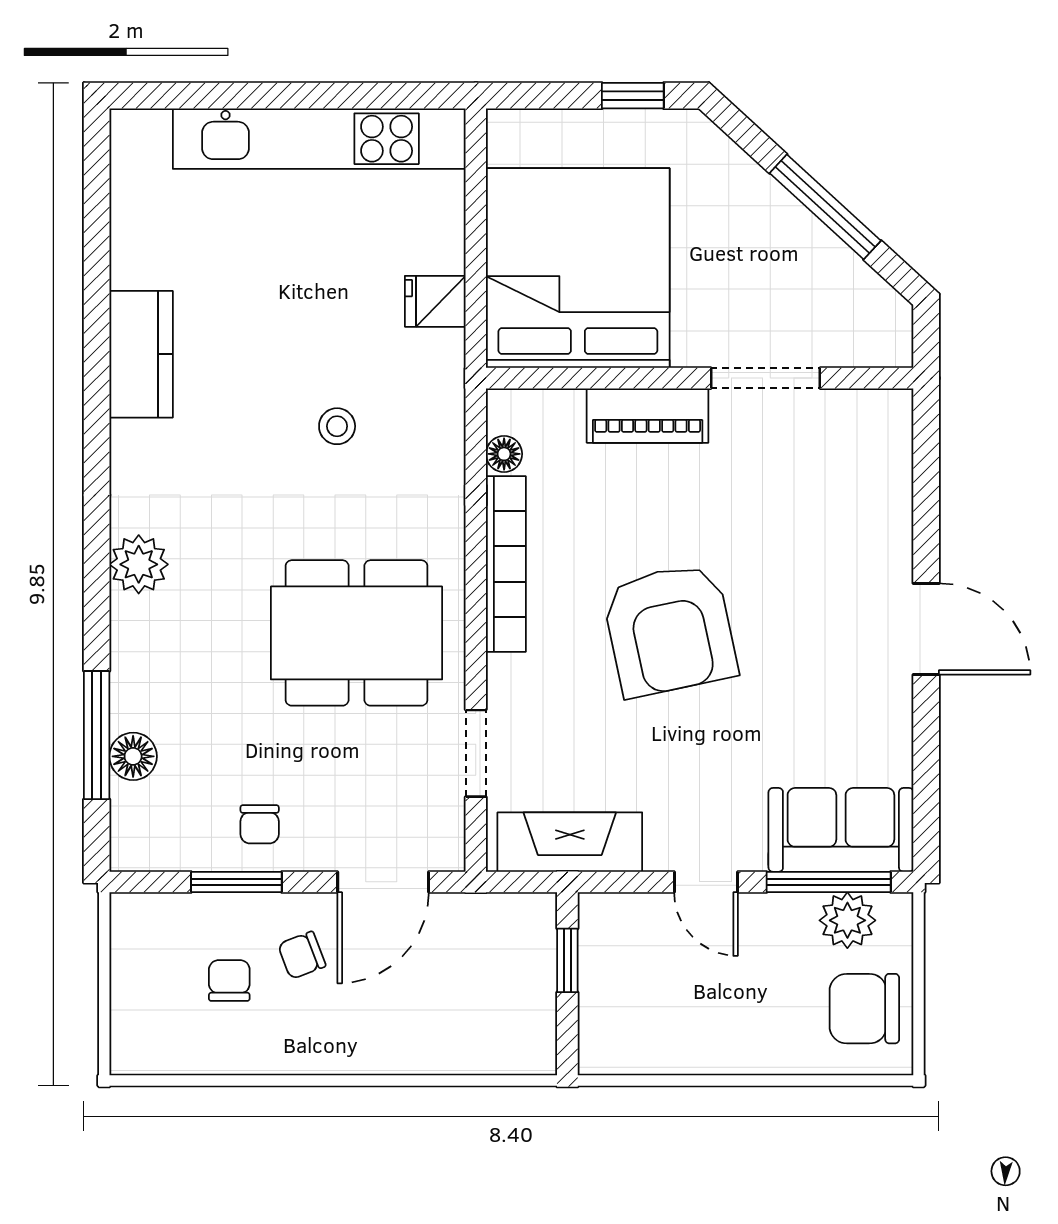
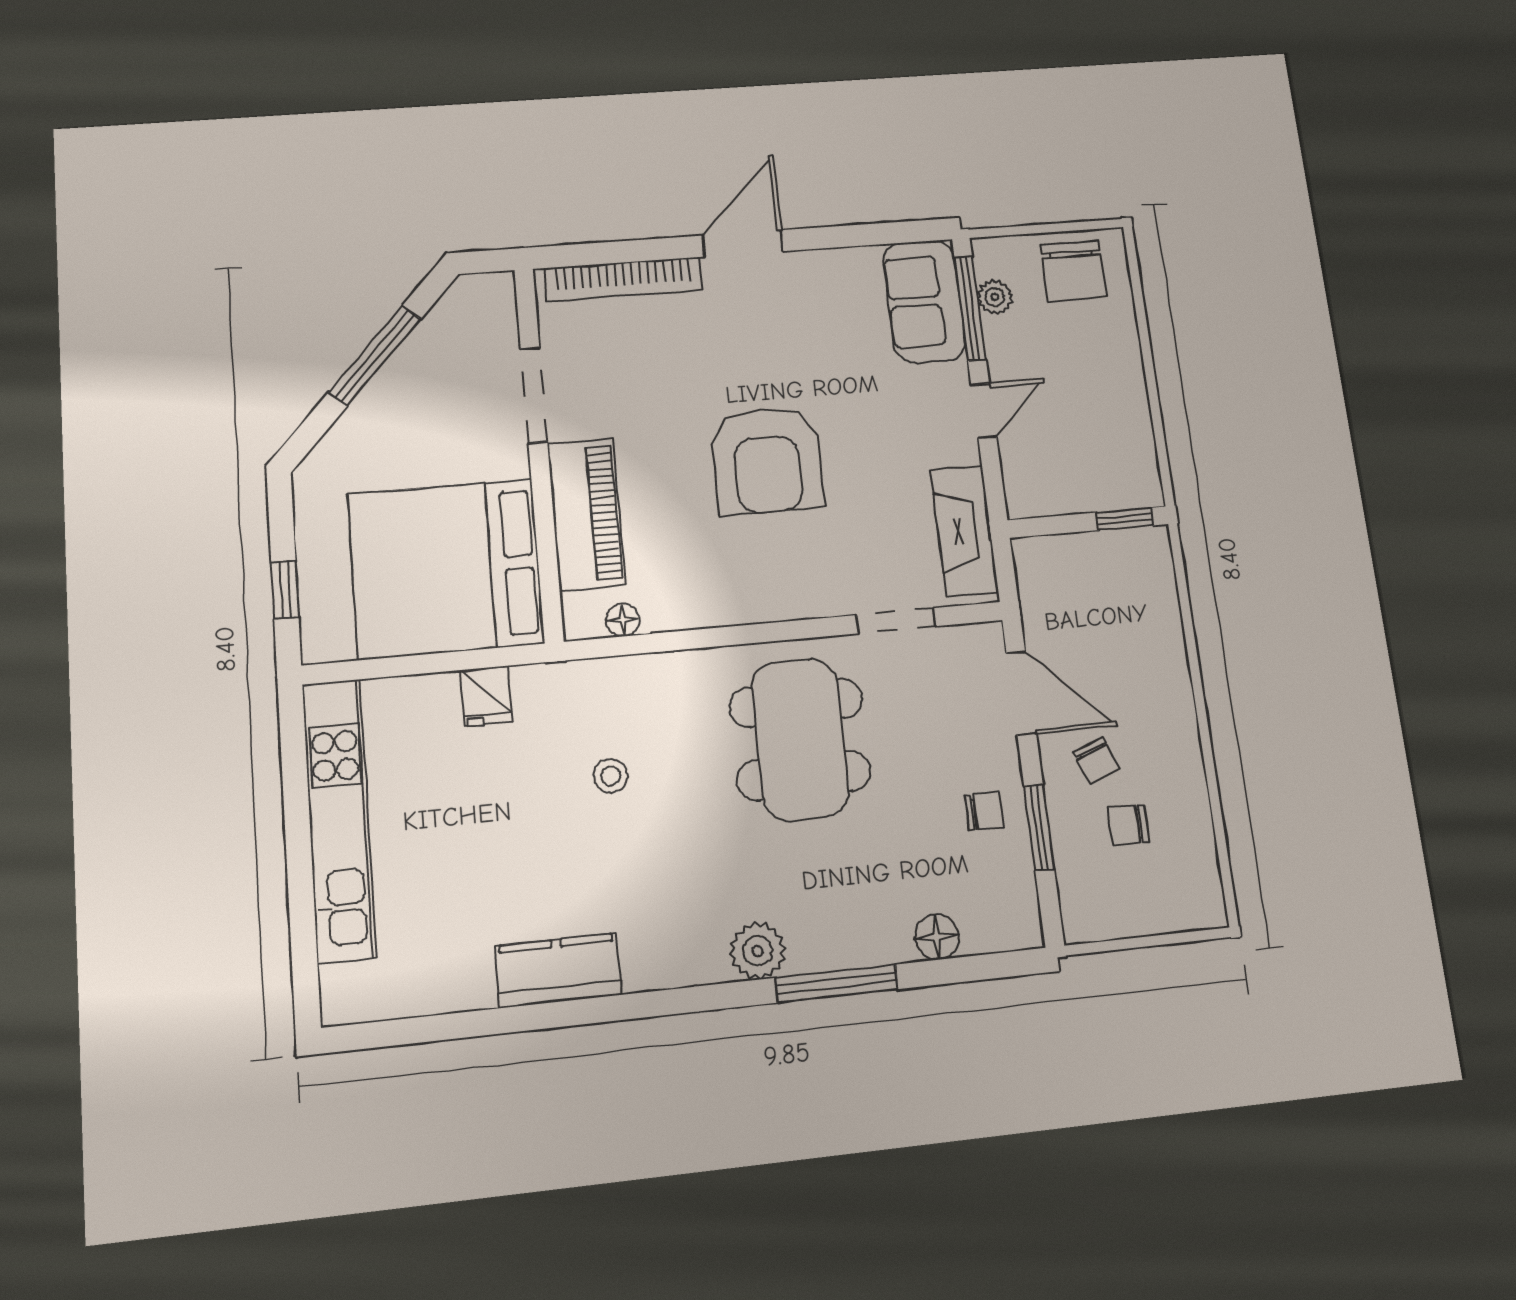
window: (633, 96) -> (285, 590), moved
piano: (648, 416) -> (586, 514), width x1.37, depth x1.33
bookcase: (506, 564) -> (624, 279), moved, turned 180
armchair: (670, 630) -> (767, 460), turned 102
window: (97, 735) -> (837, 983), moved
plant: (847, 920) -> (995, 297), width x0.73, depth x0.73
window: (567, 960) -> (1125, 519), moved

